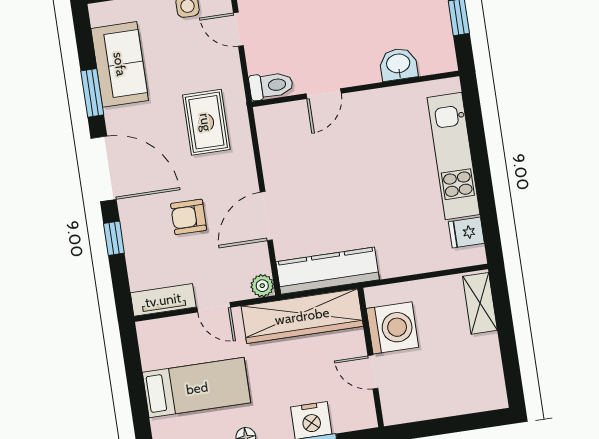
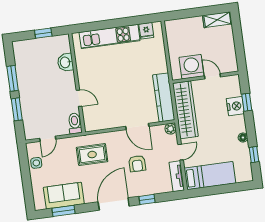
window: (92, 93) -> (64, 211), moved
shelving: (480, 303) -> (217, 20), moved
door: (373, 372) -> (212, 76), swing flipped
bed: (197, 388) -> (210, 176), moved, turned 90

